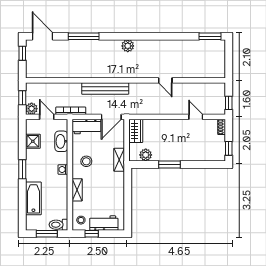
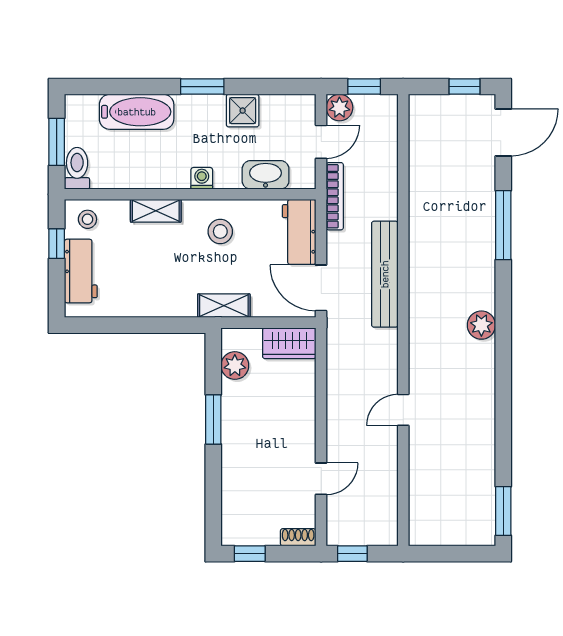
shower: (33, 141) -> (243, 111), moved

